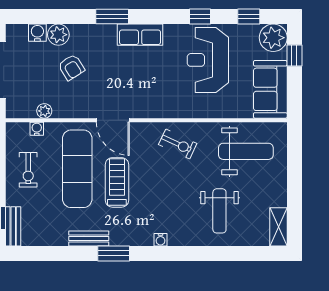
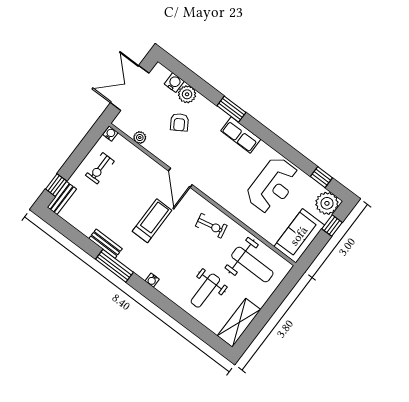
window: (200, 17) -> (289, 153), removed
reception desk: (208, 60) -> (273, 185), turned 180
water cooler: (37, 129) -> (110, 134), moved
exercise bike: (178, 144) -> (211, 226), turned -37
exercise mat: (77, 169) -> (133, 192), removed
shelving: (278, 227) -> (239, 323), width x1.50, depth x1.33
window: (114, 253) -> (114, 266), width x1.44

